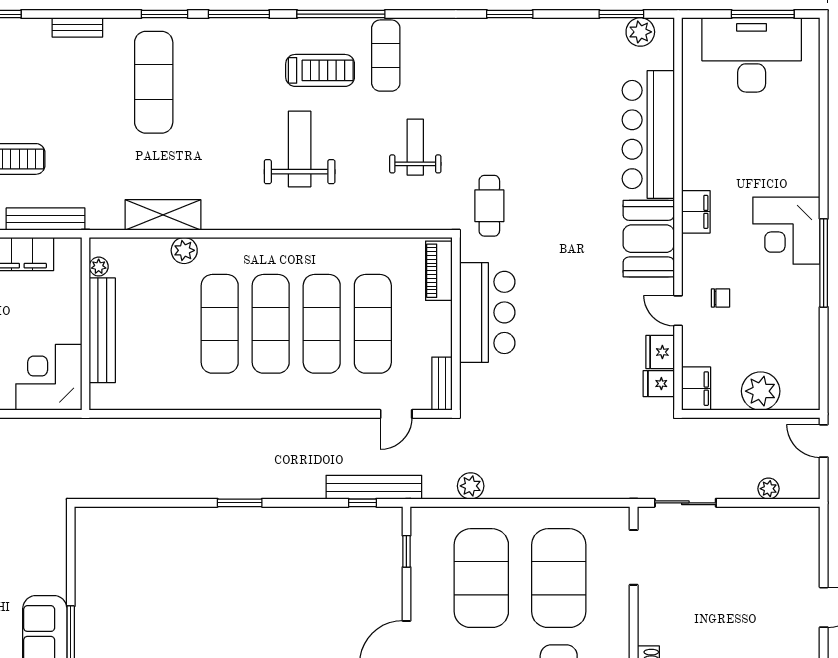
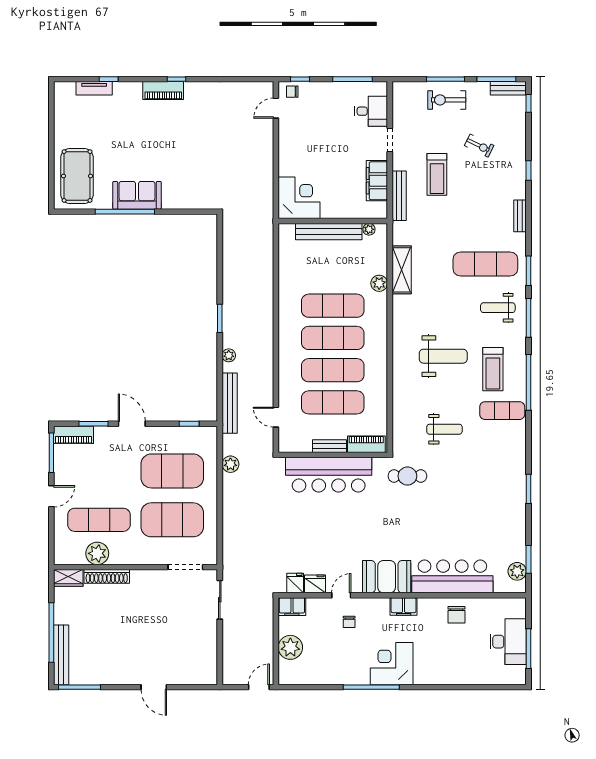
desk: (752, 55) -> (508, 642), width x0.73, depth x0.77
weight bench: (223, 62) -> (498, 308), added
chair: (709, 128) -> (457, 615), added
bar counter: (487, 312) -> (329, 475), width x1.36
bench: (442, 384) -> (330, 446), moved
plant: (768, 489) -> (229, 355), moved
window: (362, 503) -> (220, 396), removed

